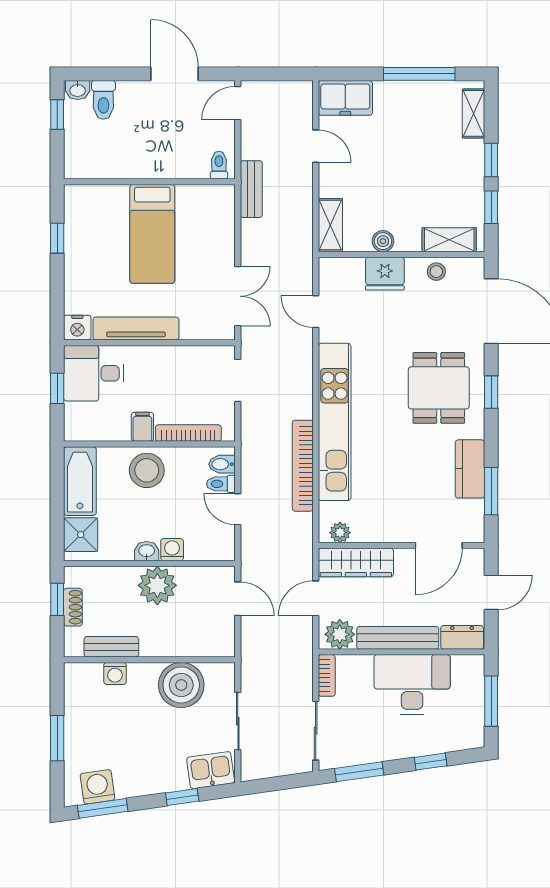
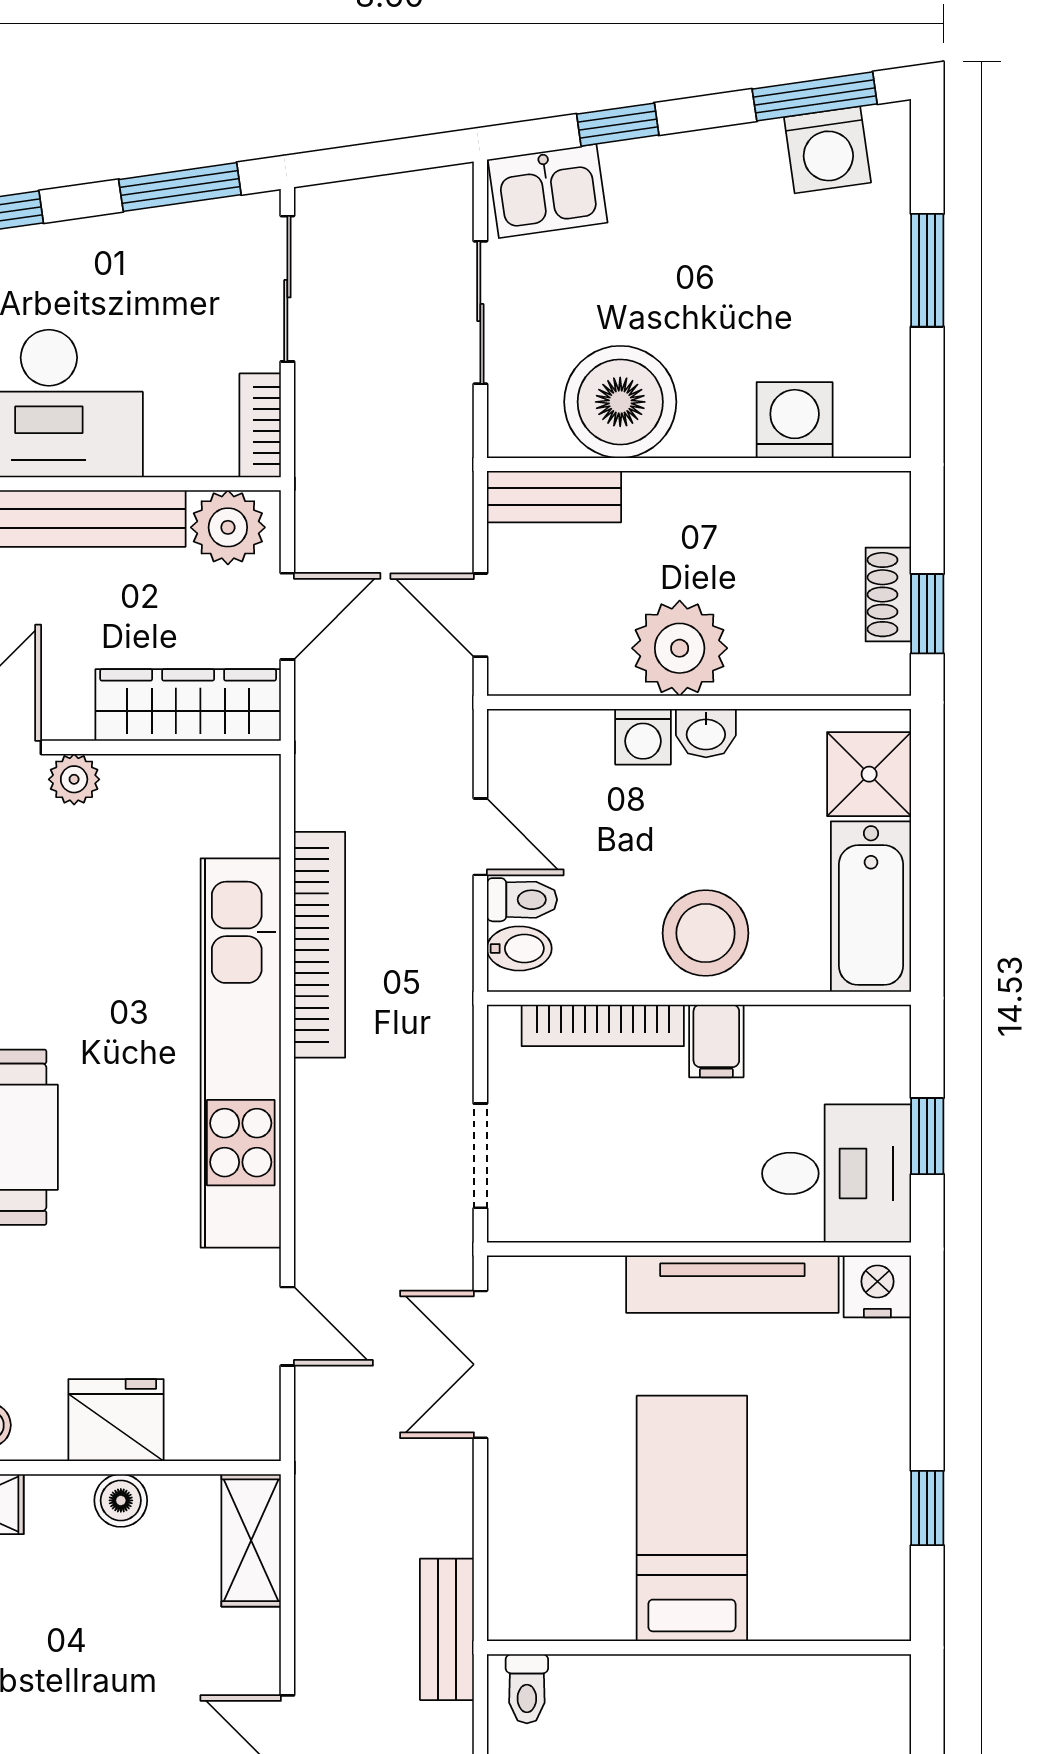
plant: (340, 533) -> (74, 779), moved
bench: (111, 647) -> (554, 497), moved
washing machine: (115, 673) -> (795, 420), width x1.38, depth x1.38

